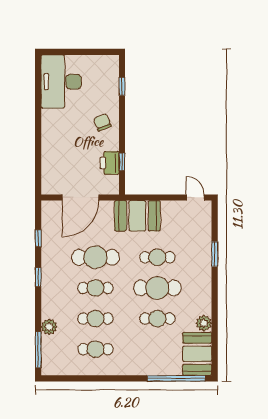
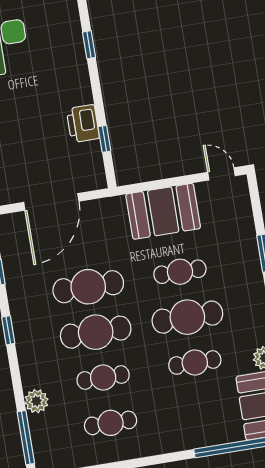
window: (122, 86) -> (89, 45), moved
chair: (102, 122) -> (66, 85), removed
printer: (110, 163) -> (83, 124), moved
booth: (137, 216) -> (163, 211), moved
cafe table: (95, 288) -> (96, 332), width x1.37, depth x1.35

